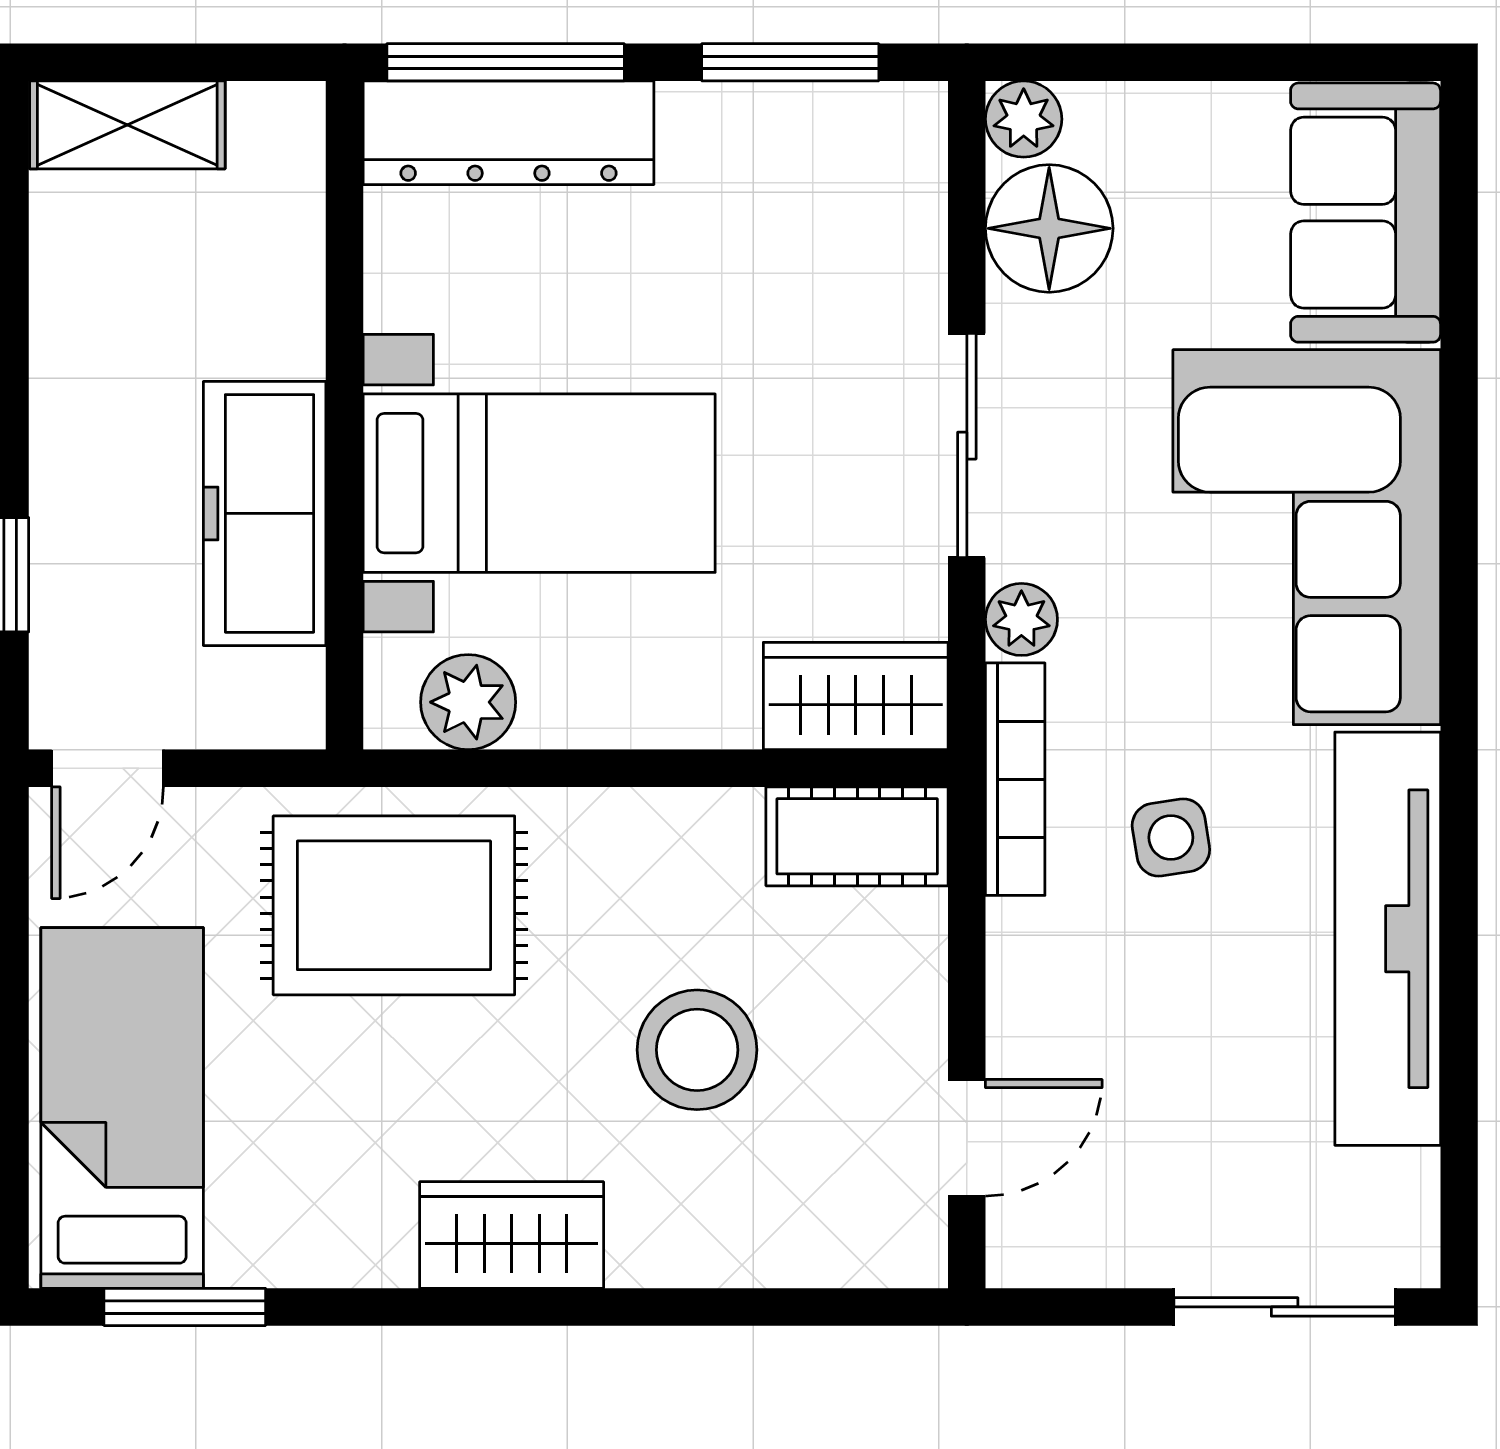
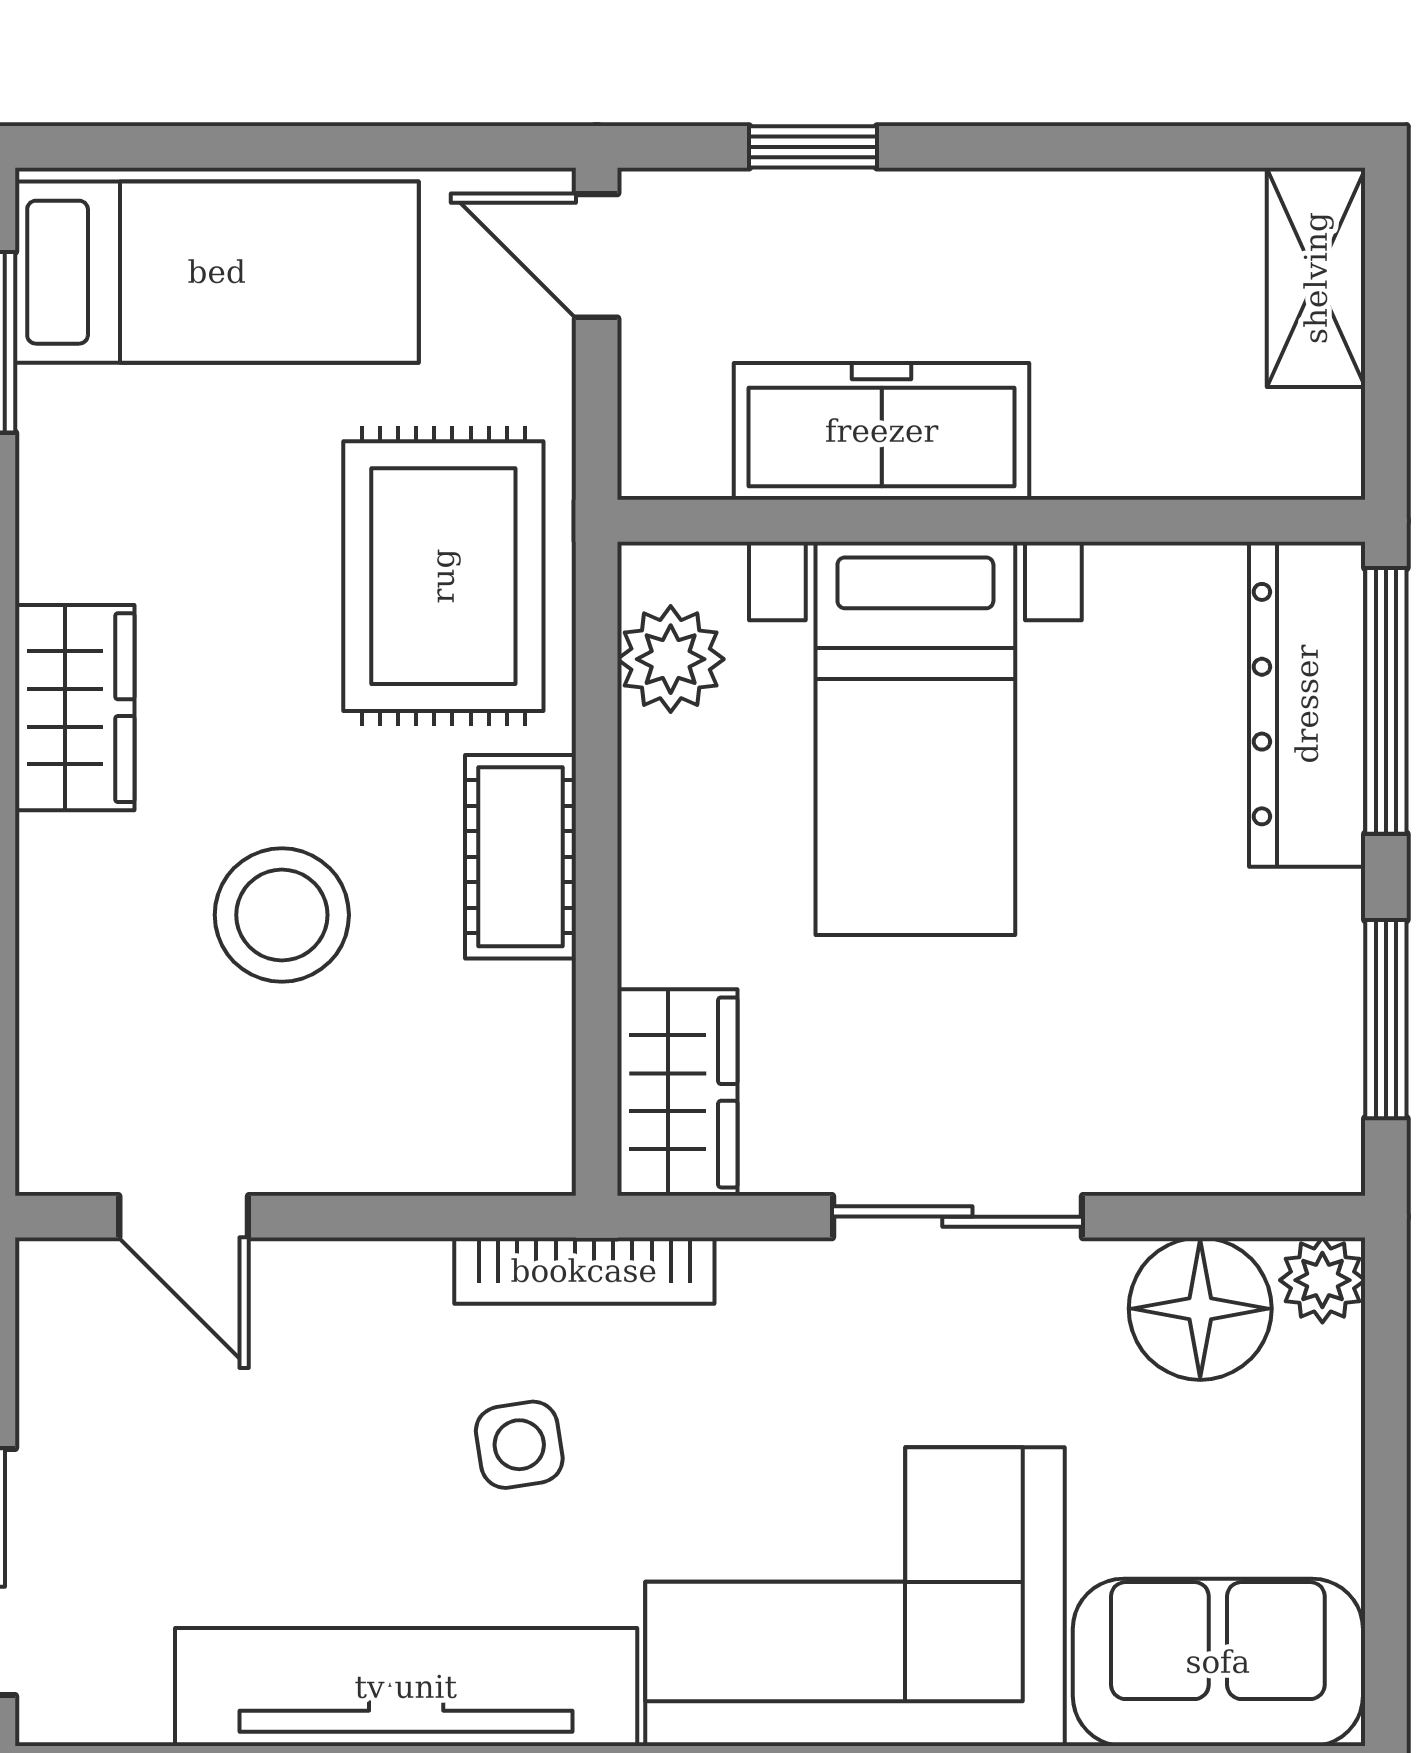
plant: (1021, 619) -> (763, 1278), removed
cot: (857, 836) -> (521, 857), moved

